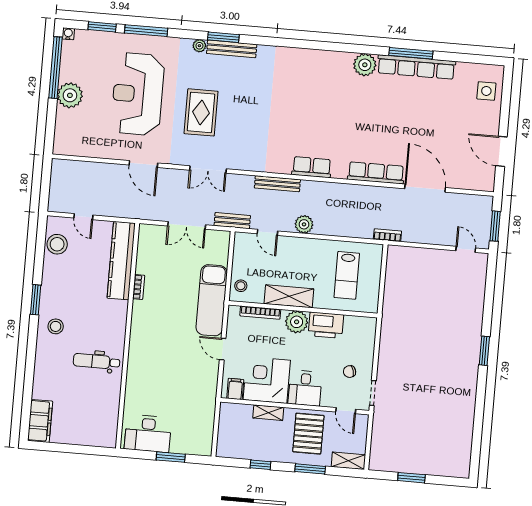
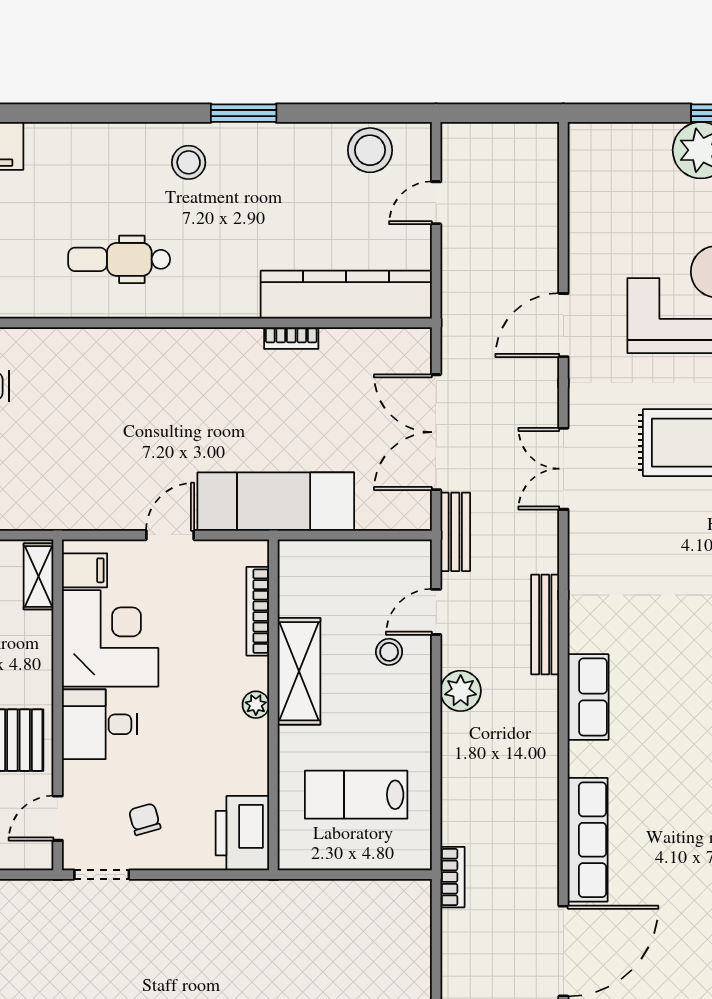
double door: (187, 225) -> (436, 432), width x1.37
stool: (241, 286) -> (389, 652), moved
plant: (297, 322) -> (256, 705), width x0.53, depth x0.53
printer: (326, 325) -> (242, 833), moved
dental chair: (97, 361) -> (119, 259), turned -90
shelving: (268, 413) -> (39, 576), moved

